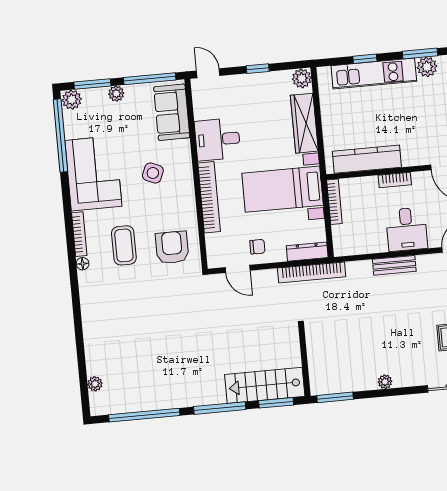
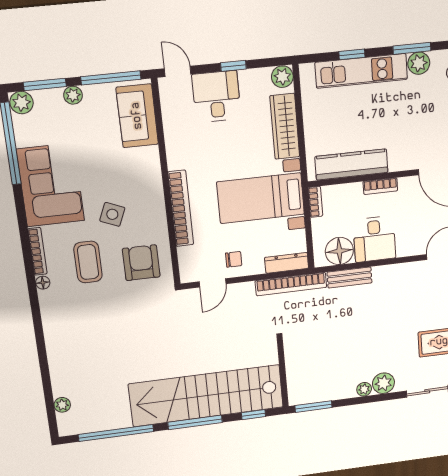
desk: (218, 139) -> (216, 97), moved, turned 90
side table: (153, 173) -> (112, 214), moved
bookcase: (334, 202) -> (315, 202), width x0.64
desk: (407, 229) -> (374, 239), moved
floor lamp: (357, 241) -> (339, 251), added
bench: (394, 265) -> (349, 277), moved
door: (238, 269) -> (213, 283), hinge flipped
plant: (404, 376) -> (383, 383), added
stairs: (265, 385) -> (206, 396), width x1.86, depth x1.51
window: (276, 403) -> (253, 415), width x0.67

